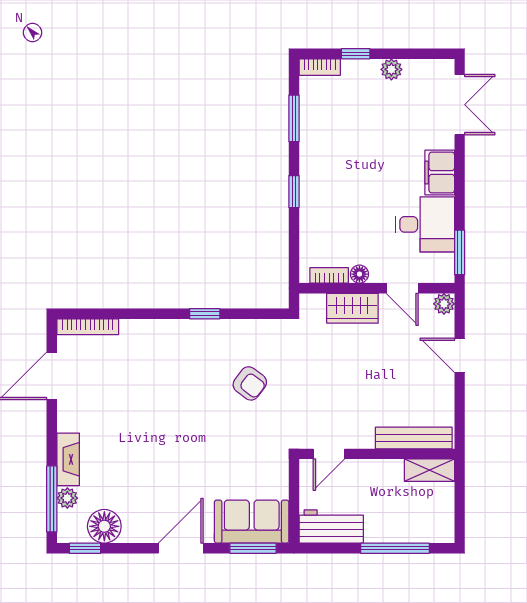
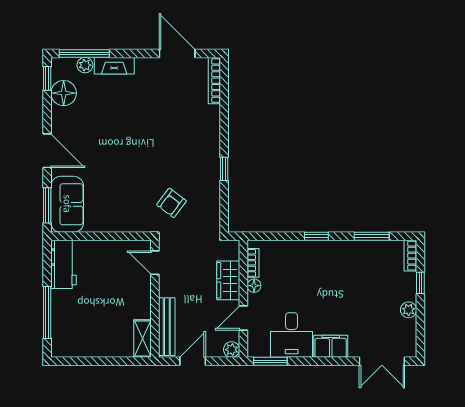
bench: (414, 438) -> (167, 327), moved
door: (329, 454) -> (155, 263), moved
wall: (377, 454) -> (155, 299), moved
shelving: (429, 470) -> (142, 339), moved

